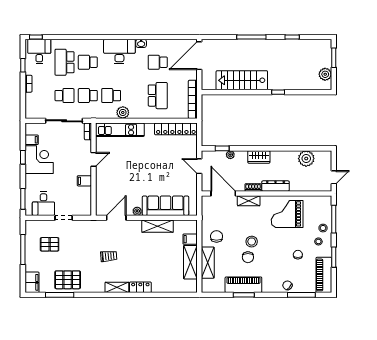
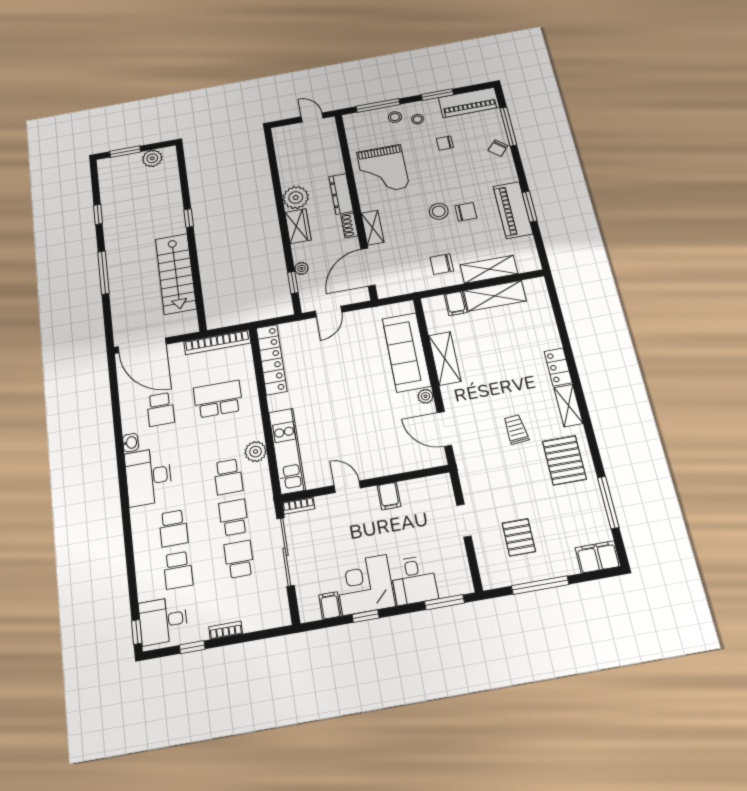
school desk: (65, 62) -> (178, 570), width x0.54
school desk: (88, 96) -> (234, 517), turned 180
plant: (306, 159) -> (296, 198), moved
desk: (43, 204) -> (414, 580), moved, turned 90
pallet: (68, 280) -> (564, 460), moved

